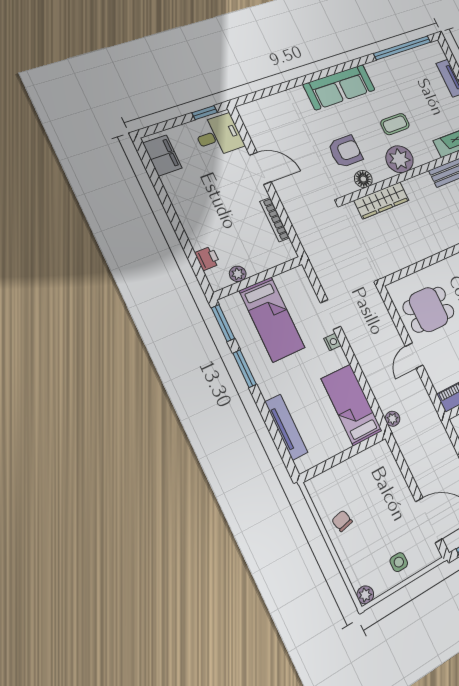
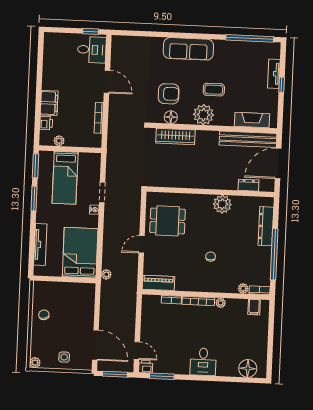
filing cabinet: (162, 155) -> (49, 103), moved
bed: (352, 405) -> (80, 253), width x1.50

